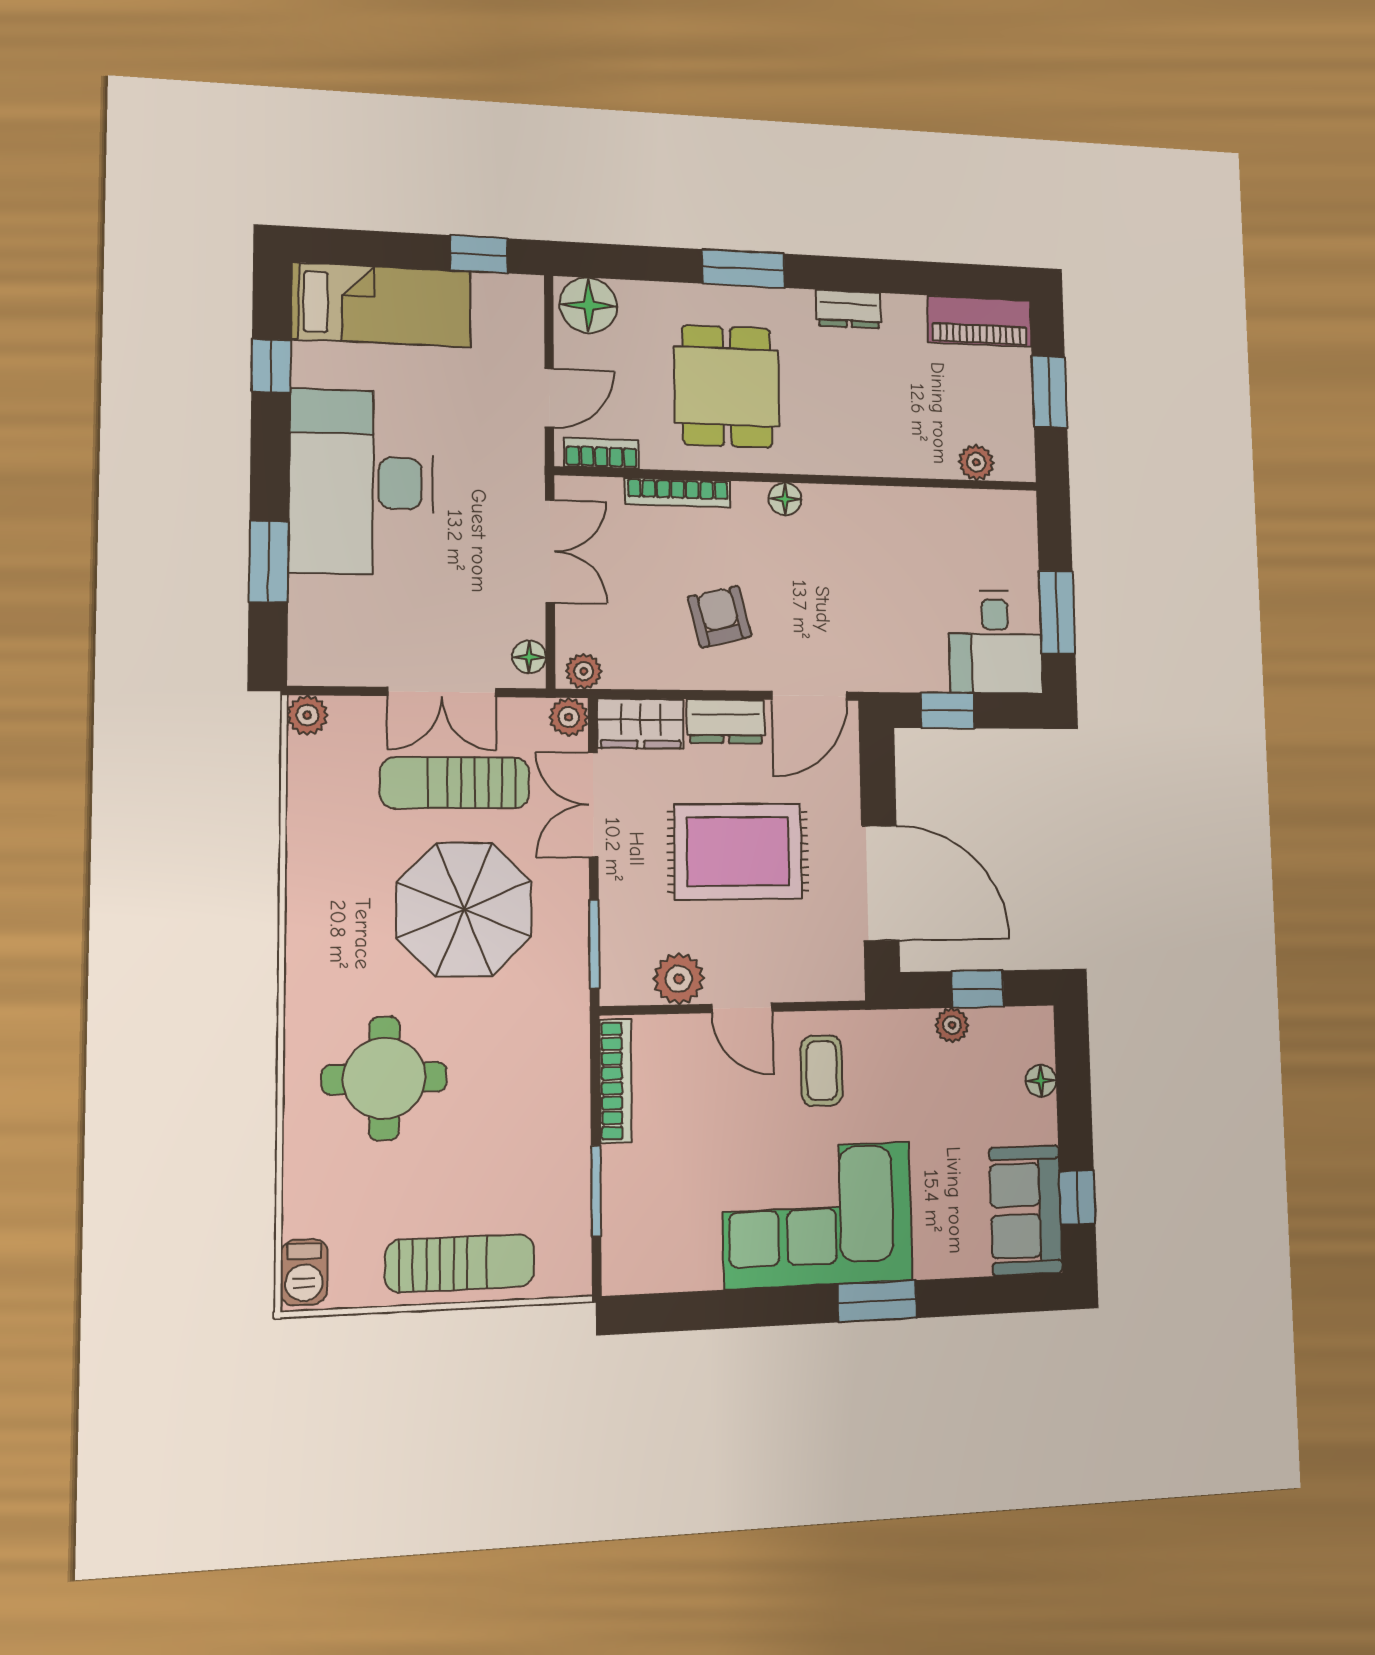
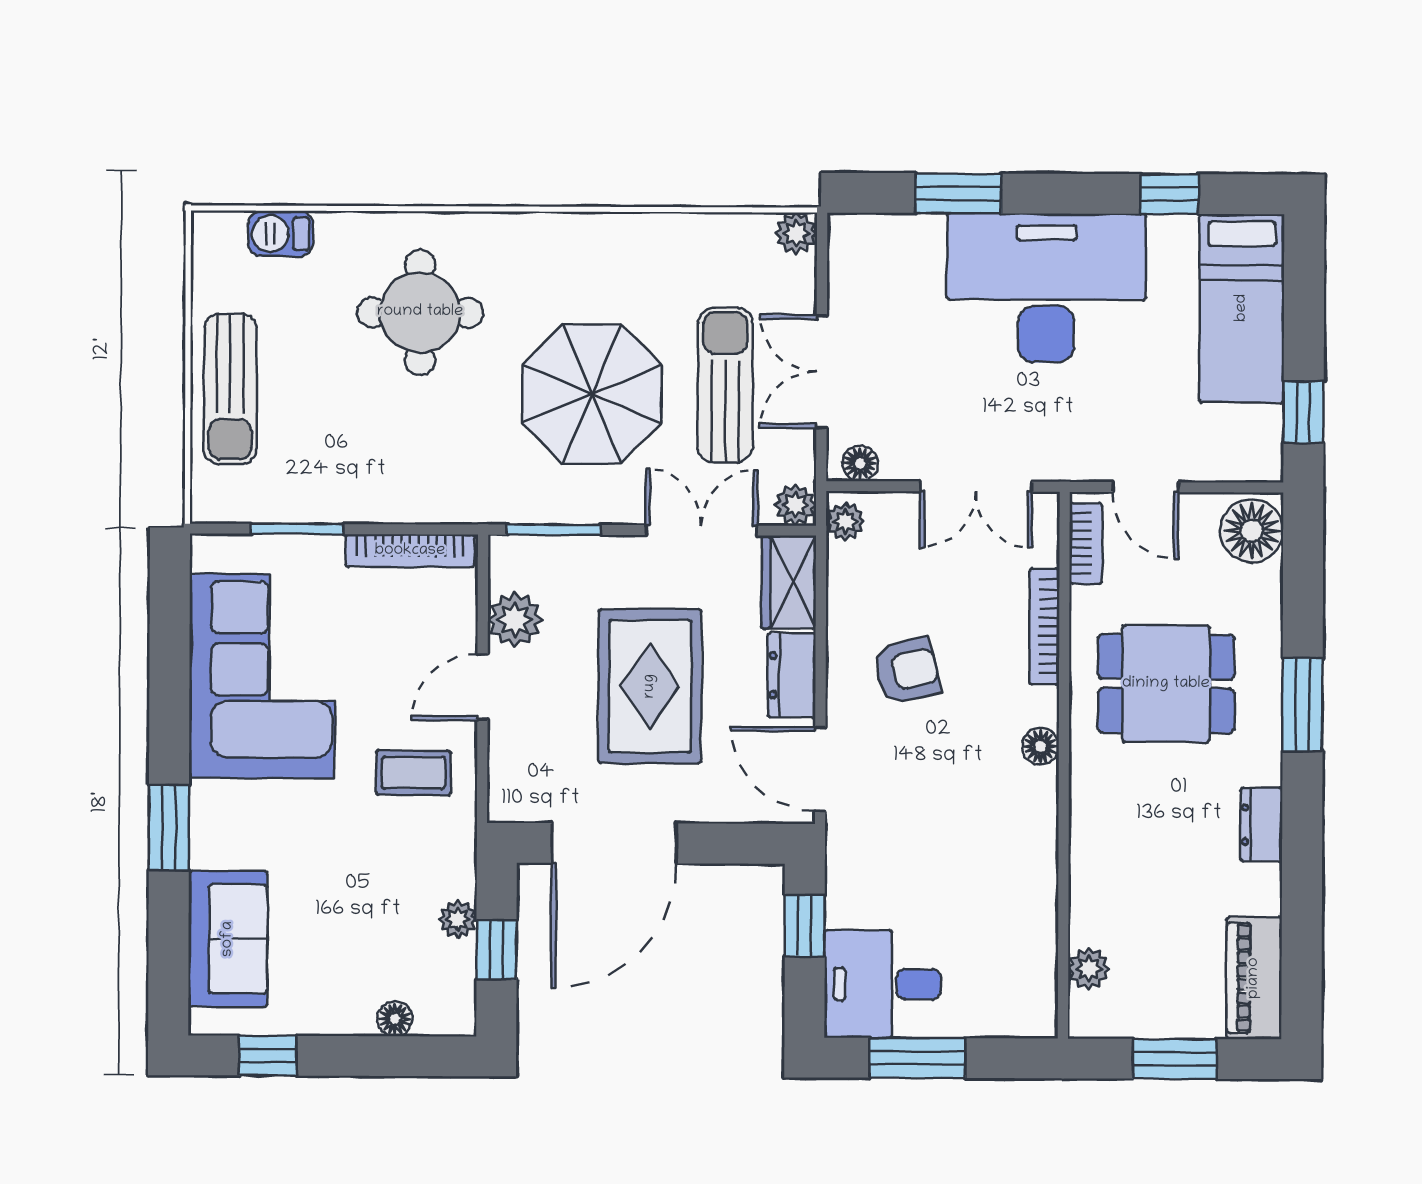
sofa: (1026, 1210) -> (228, 939), moved, turned 90
corner sofa: (818, 1215) -> (262, 676), moved
barbecue: (304, 1272) -> (281, 234), moved

